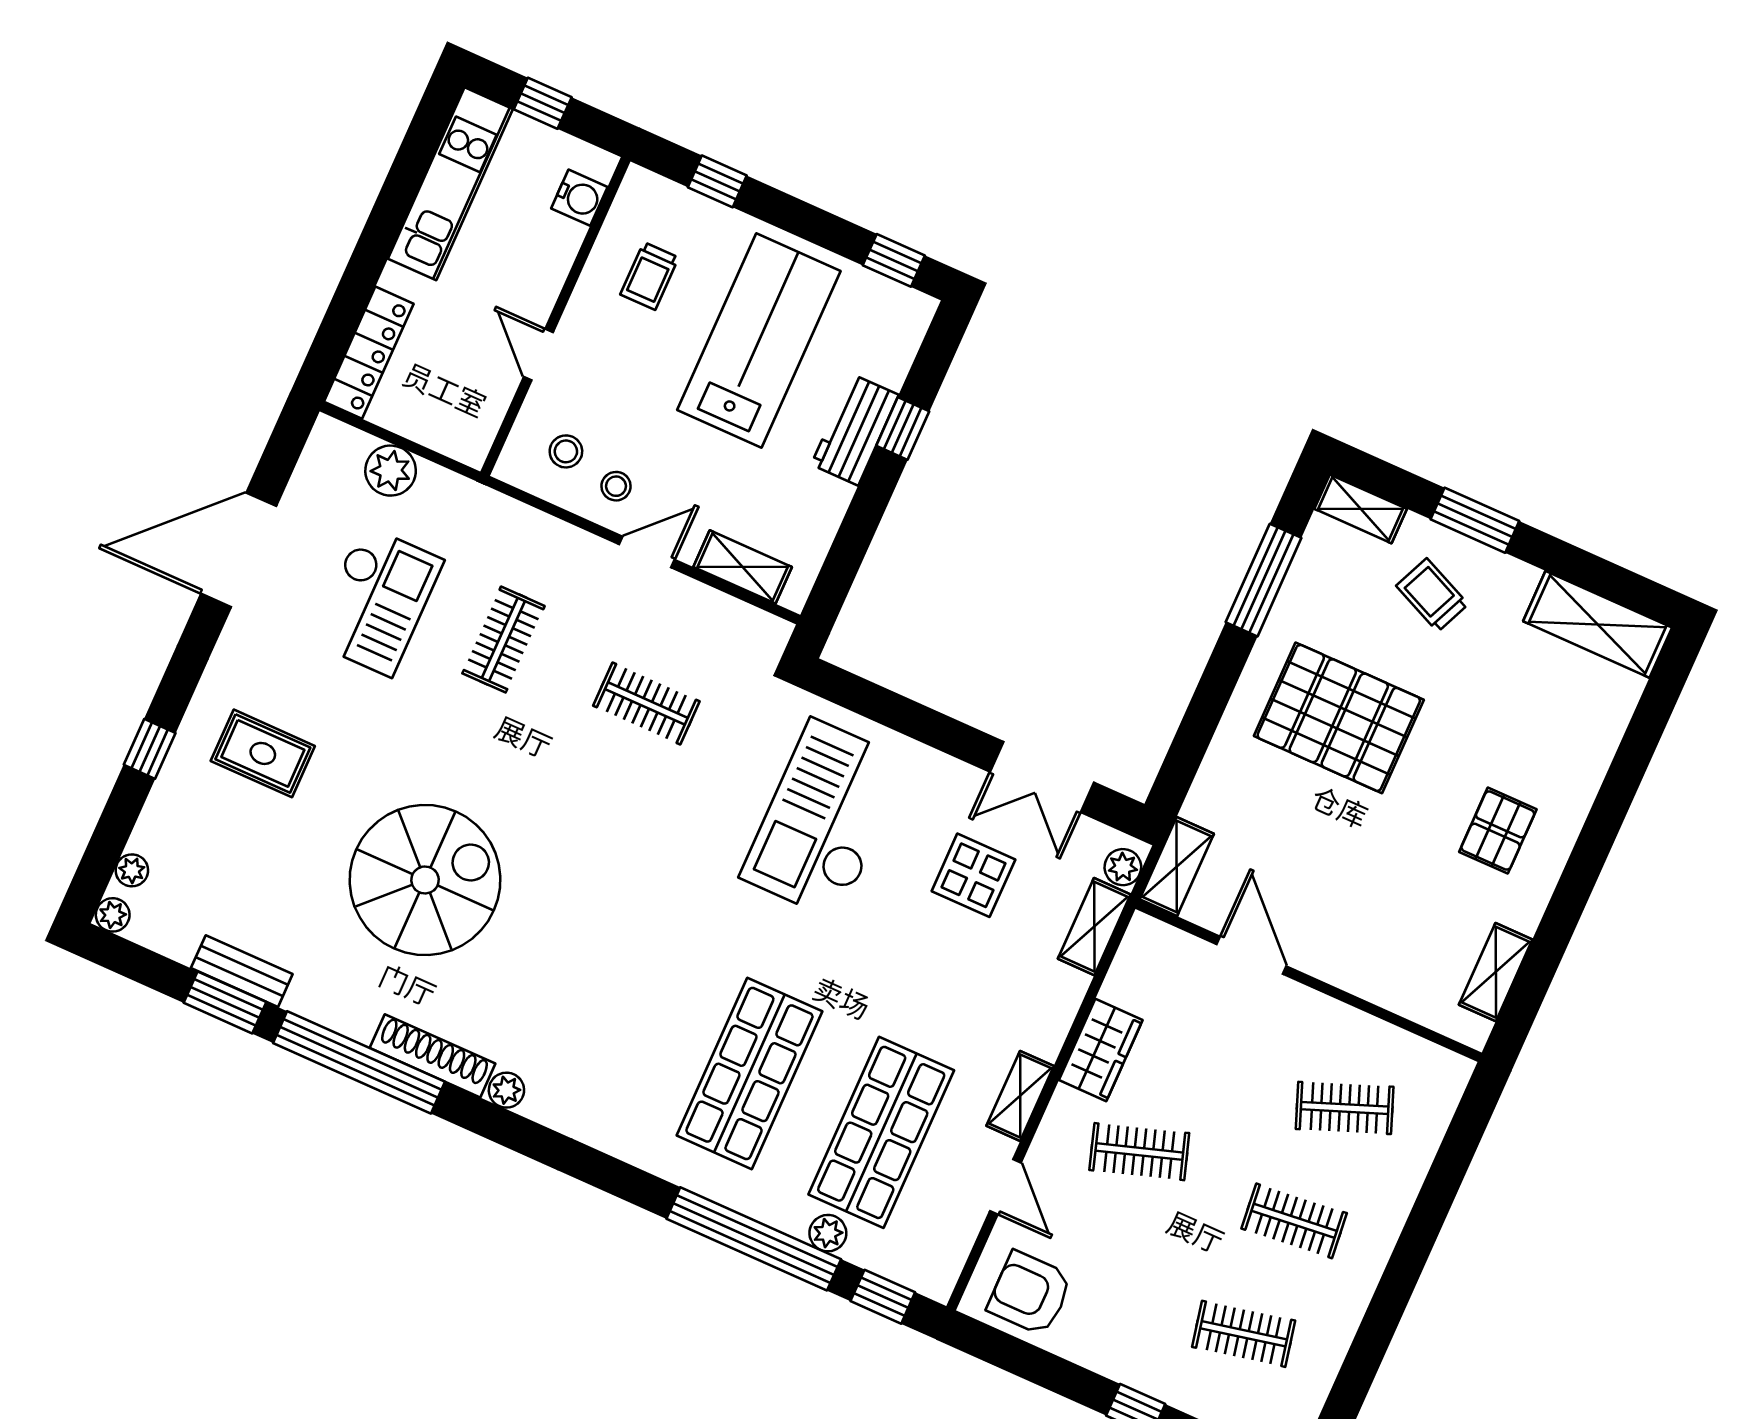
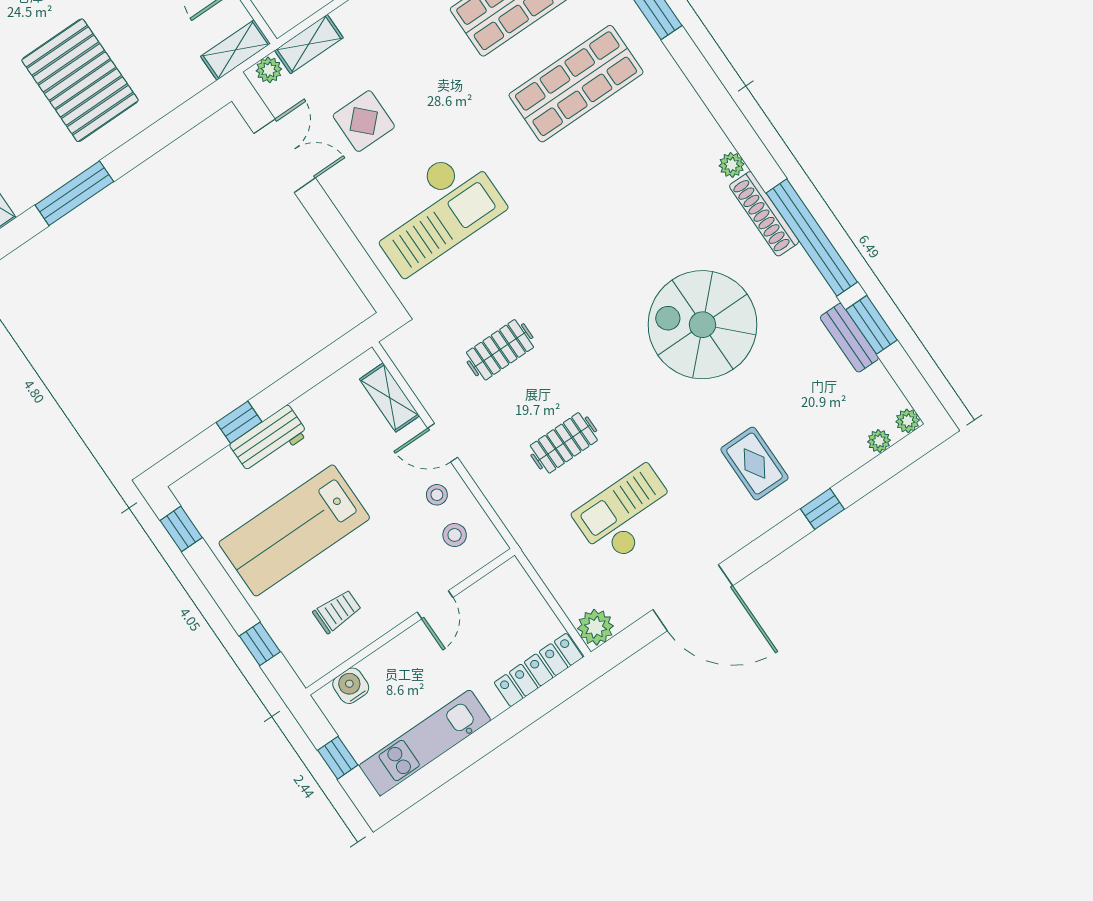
plant: (391, 471) -> (596, 627), moved
clothes rail: (646, 703) -> (500, 350), turned 90

